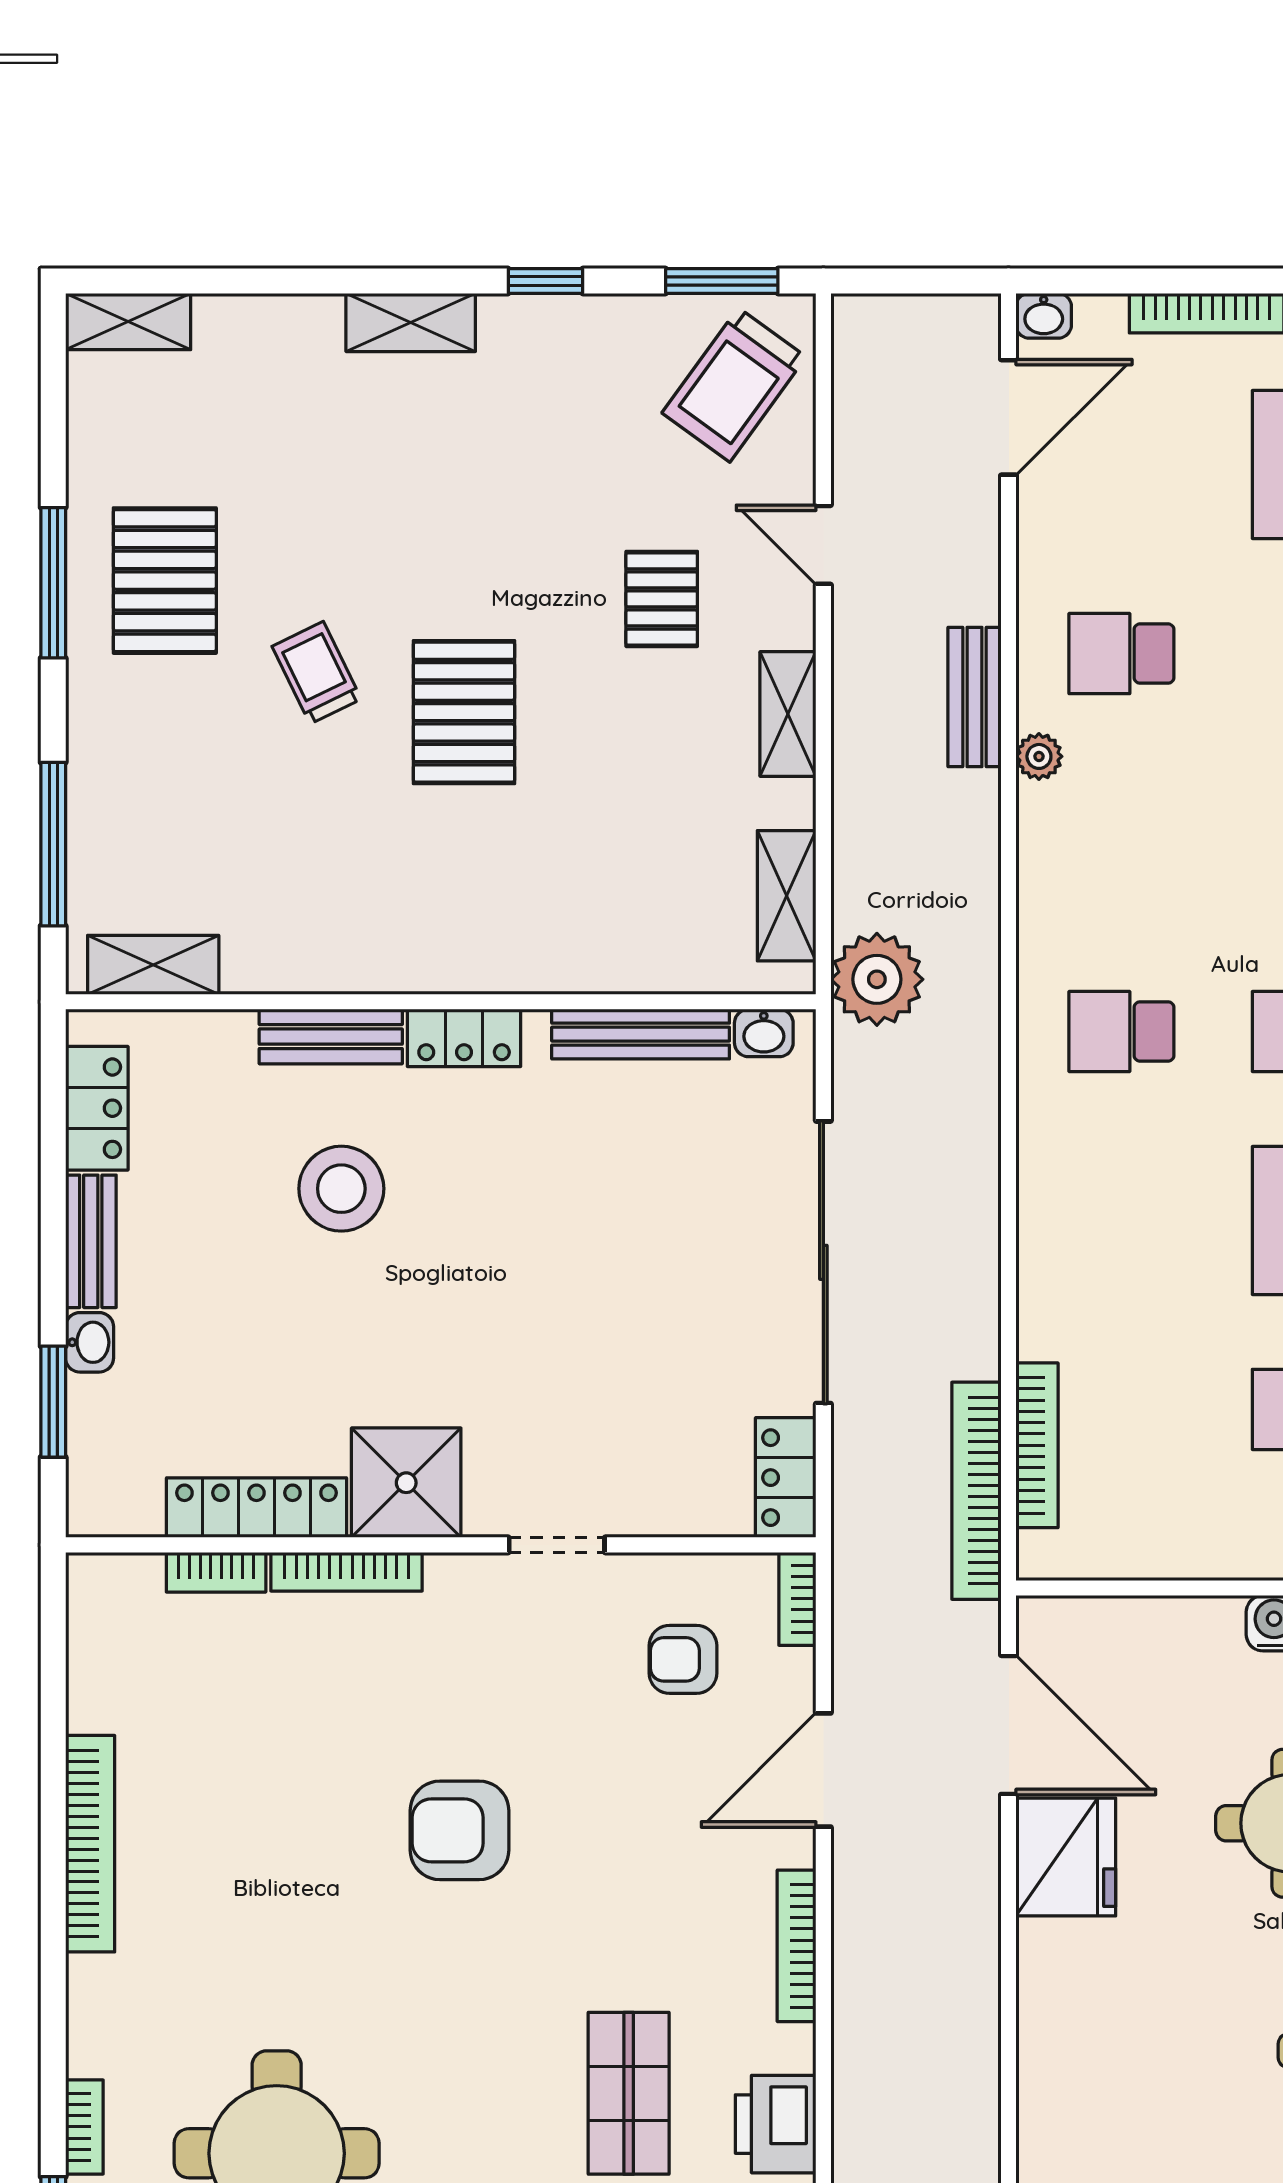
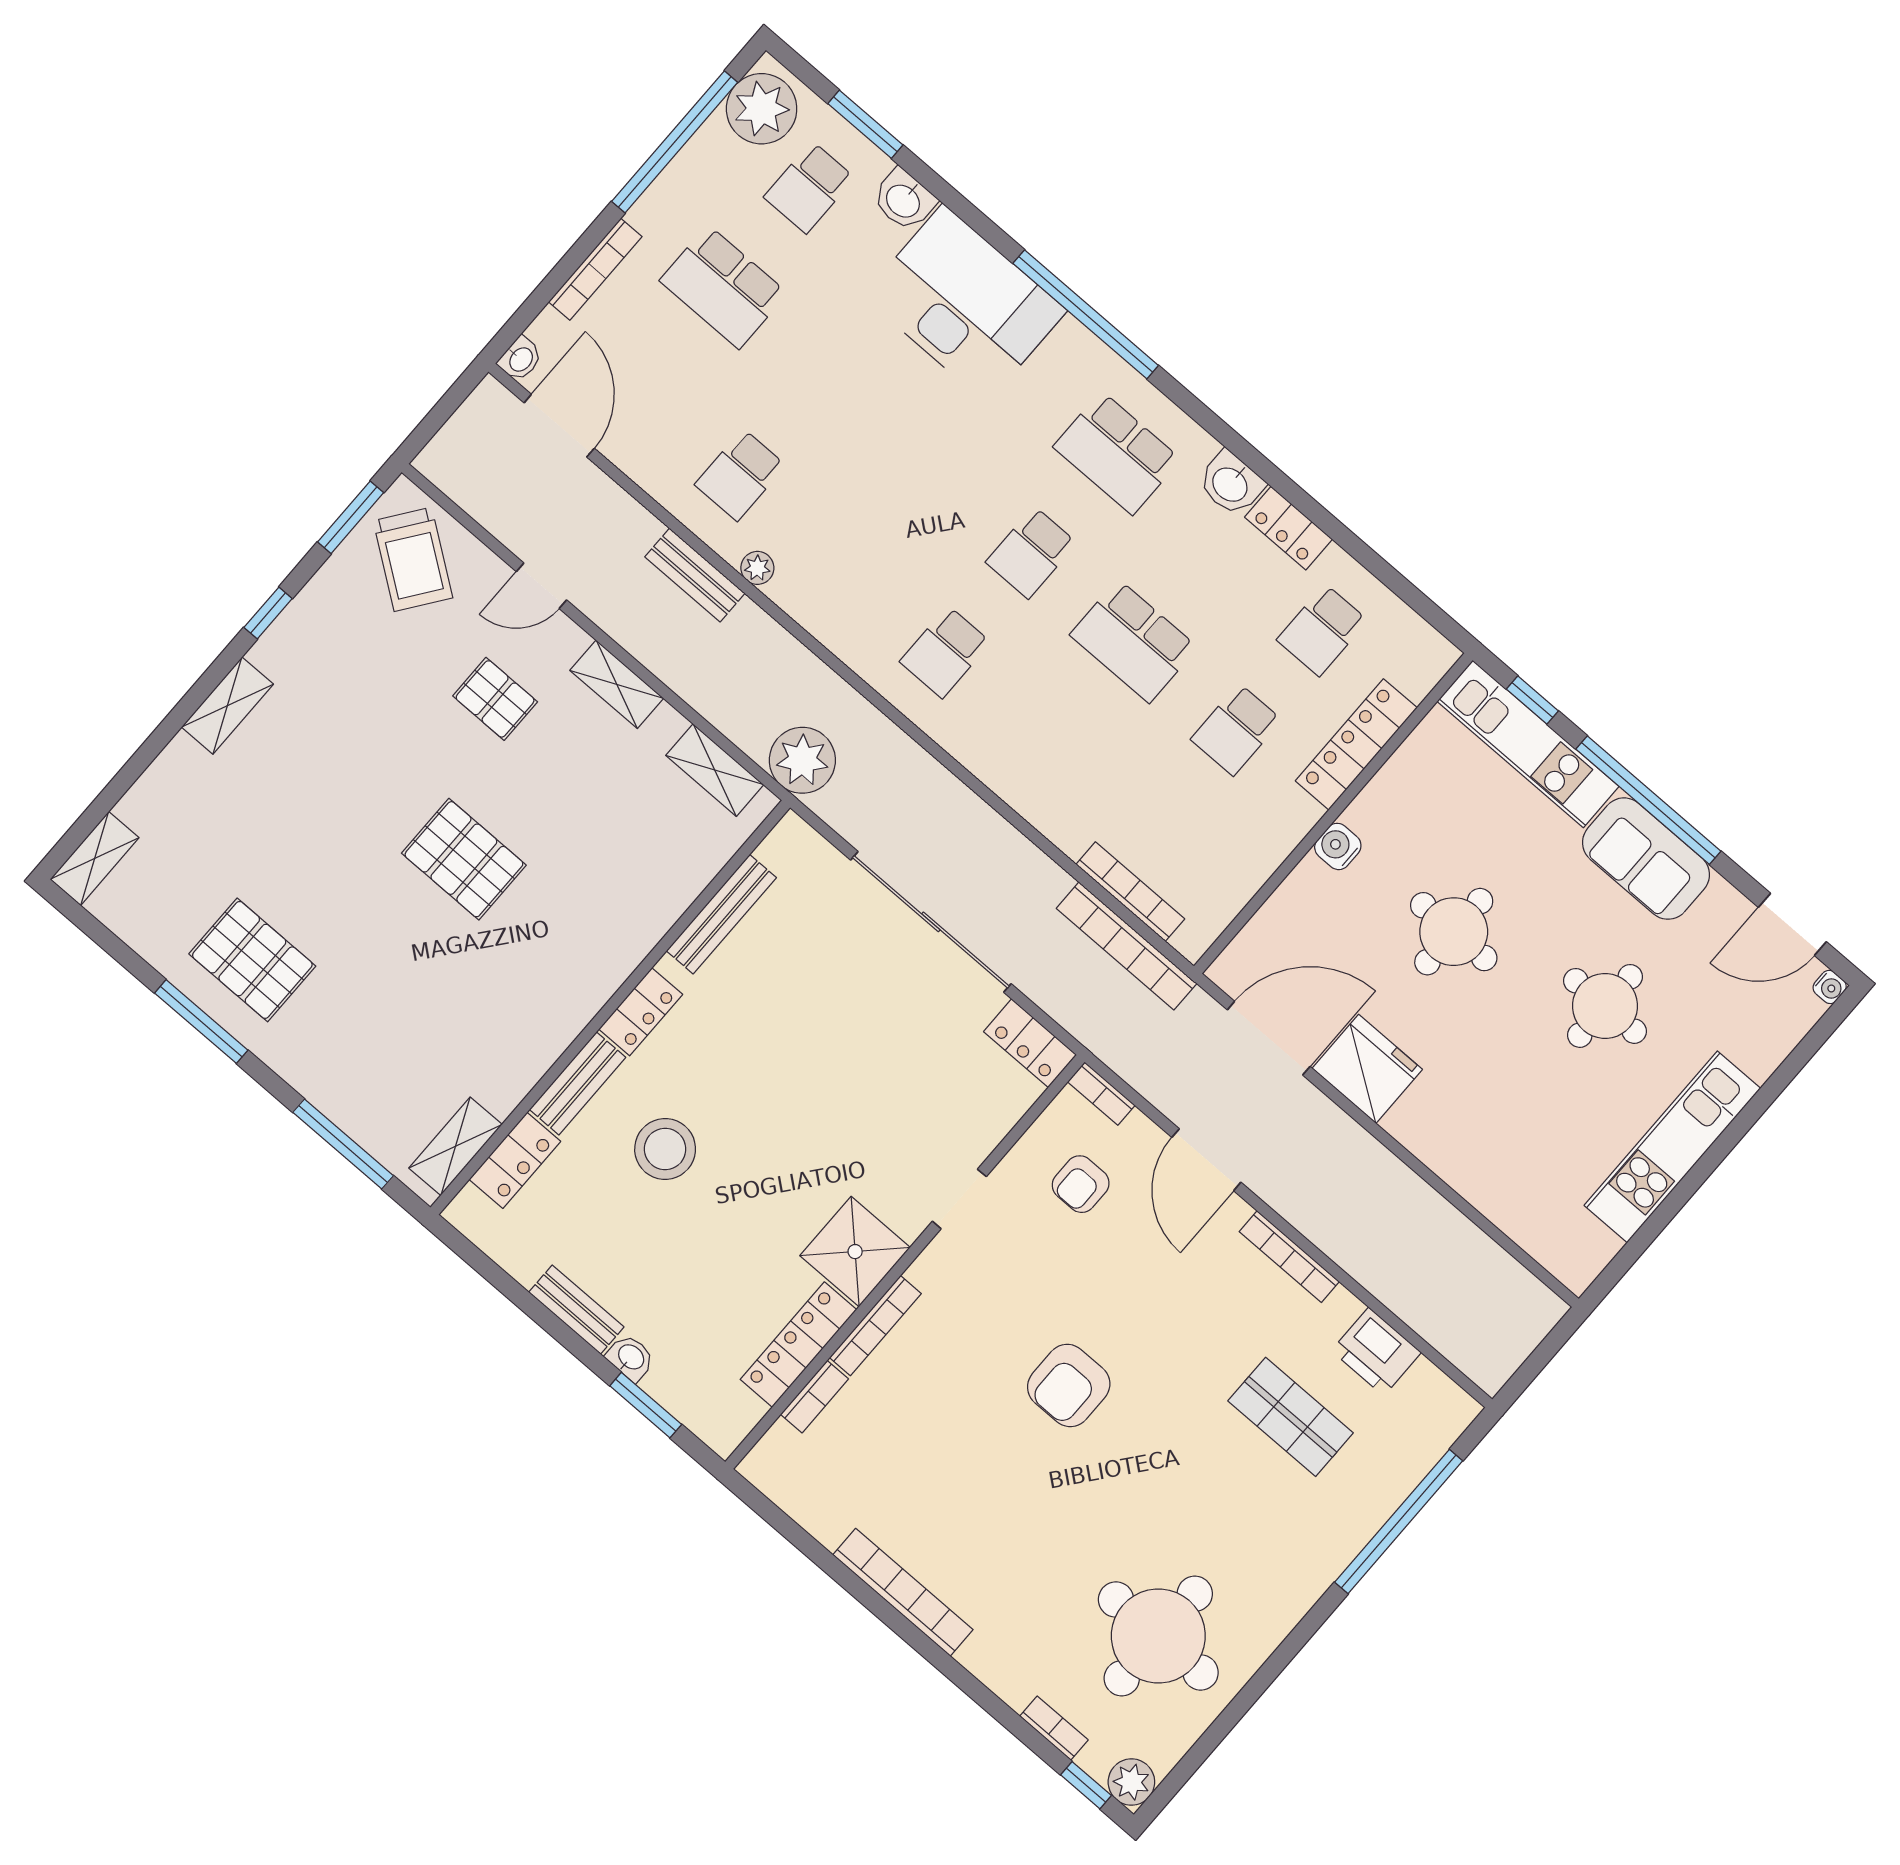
trolley: (317, 673) -> (373, 921), removed
washbasin: (764, 1033) -> (778, 847), removed
locker: (97, 1108) -> (515, 1160), moved, turned 90

